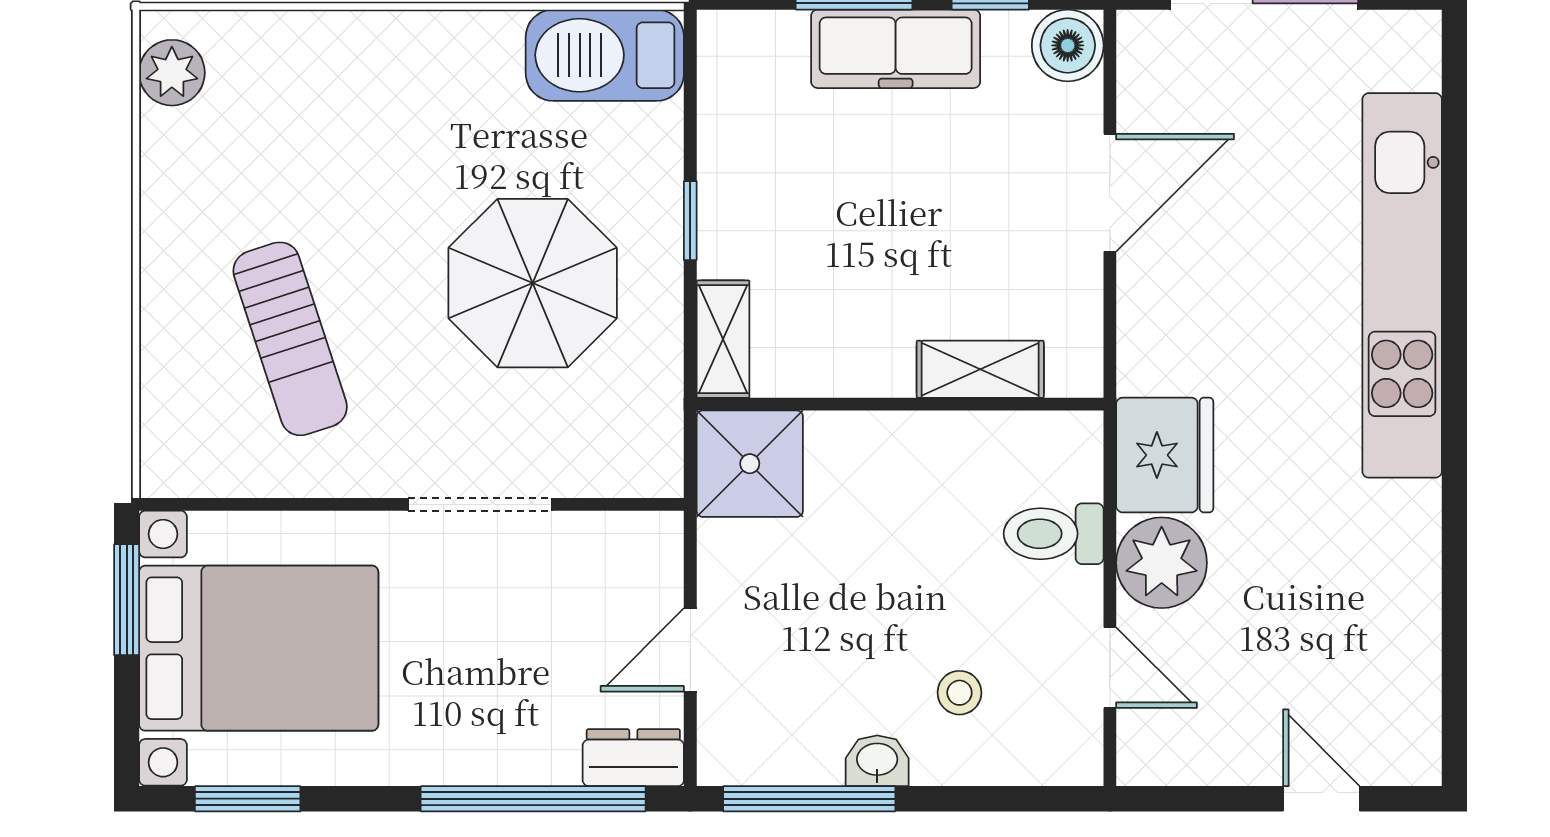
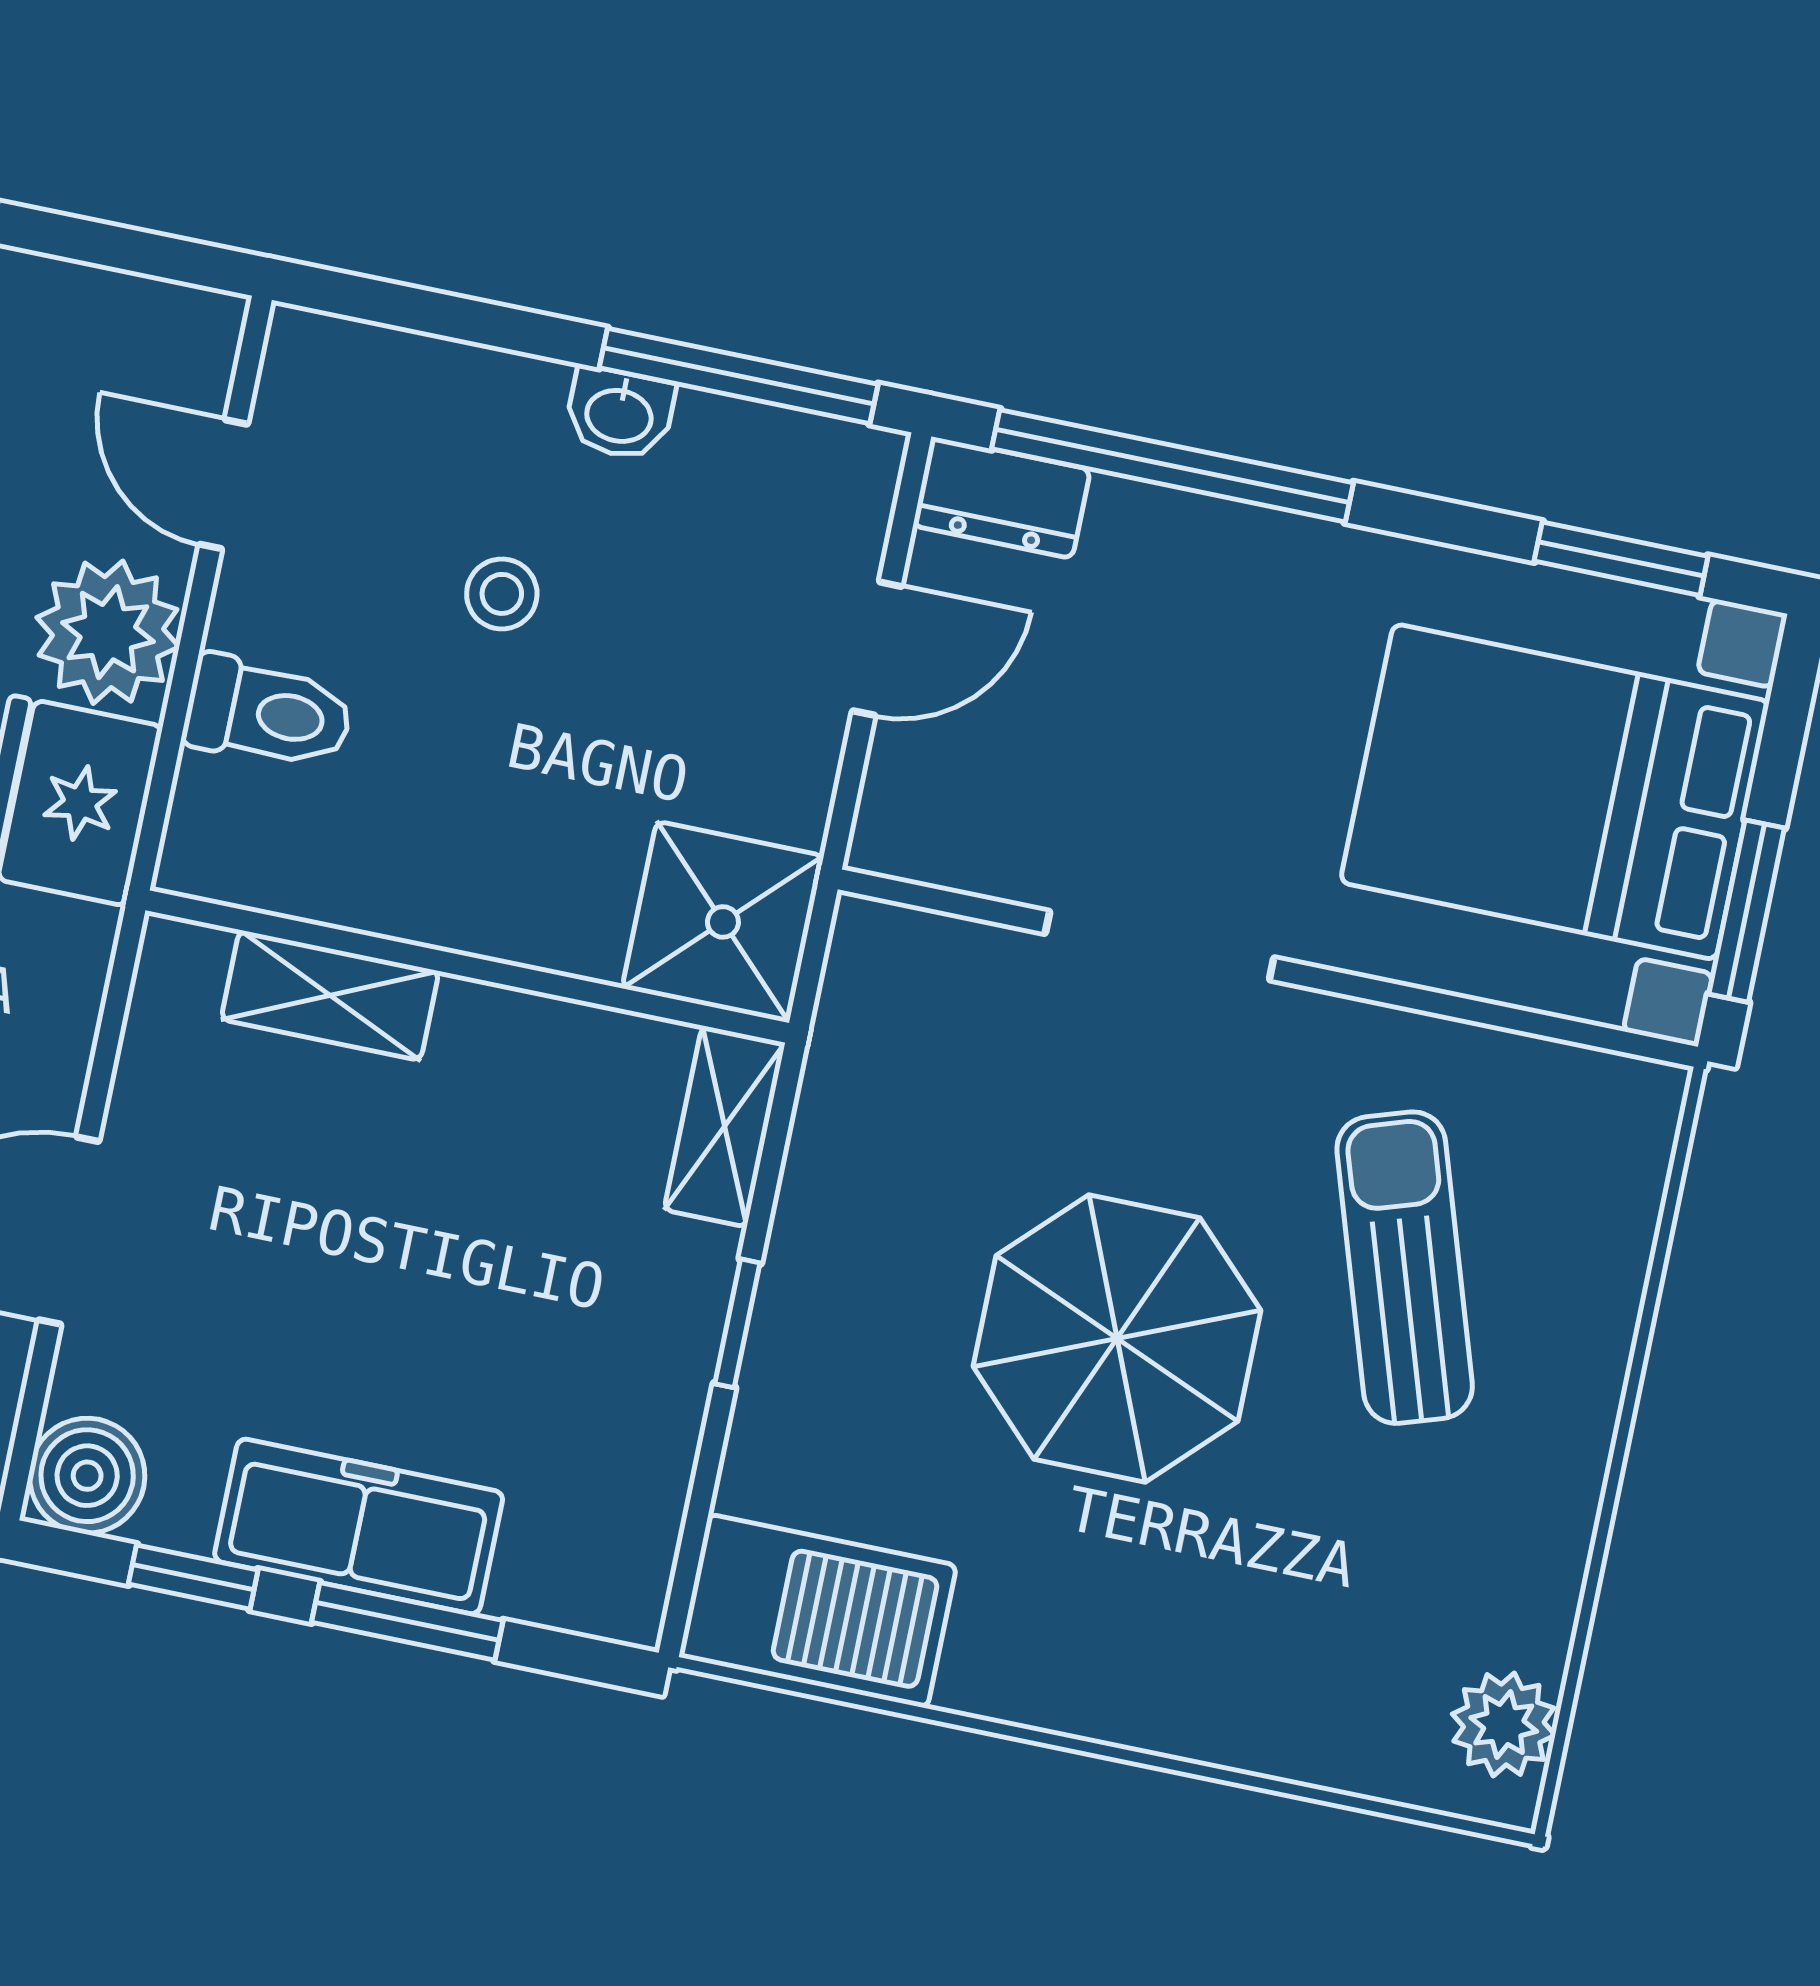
parasol: (533, 283) -> (1117, 1338), moved
stool: (959, 693) -> (502, 594), moved

